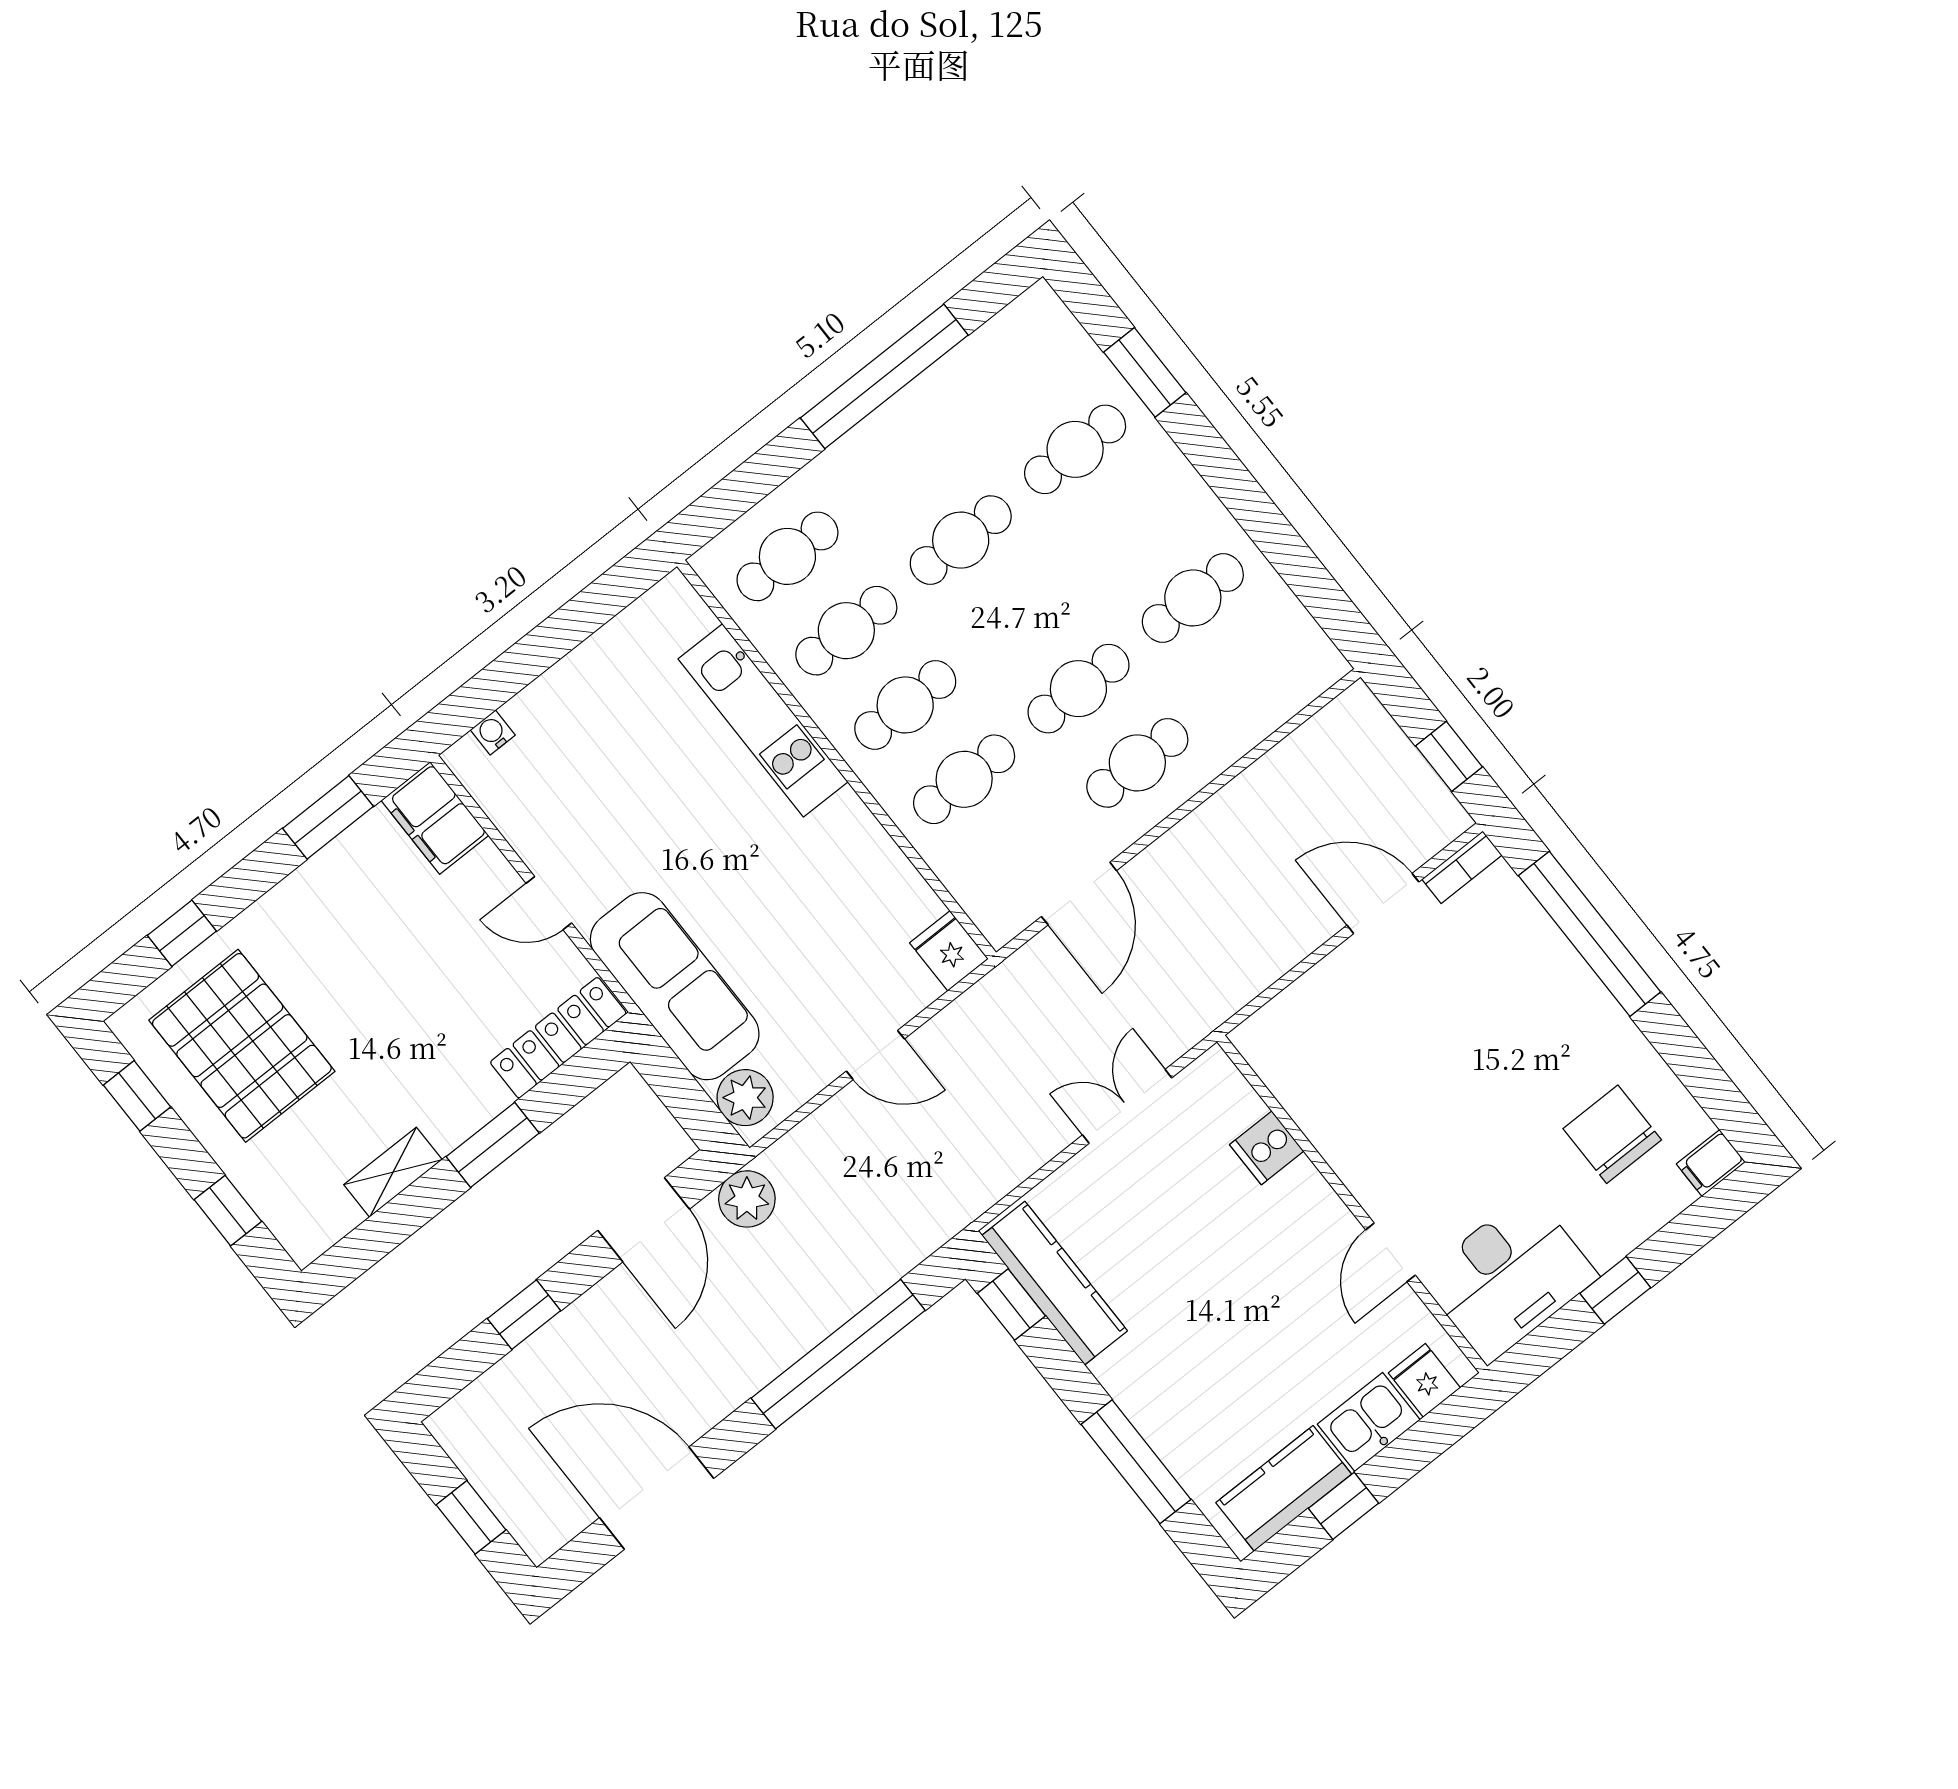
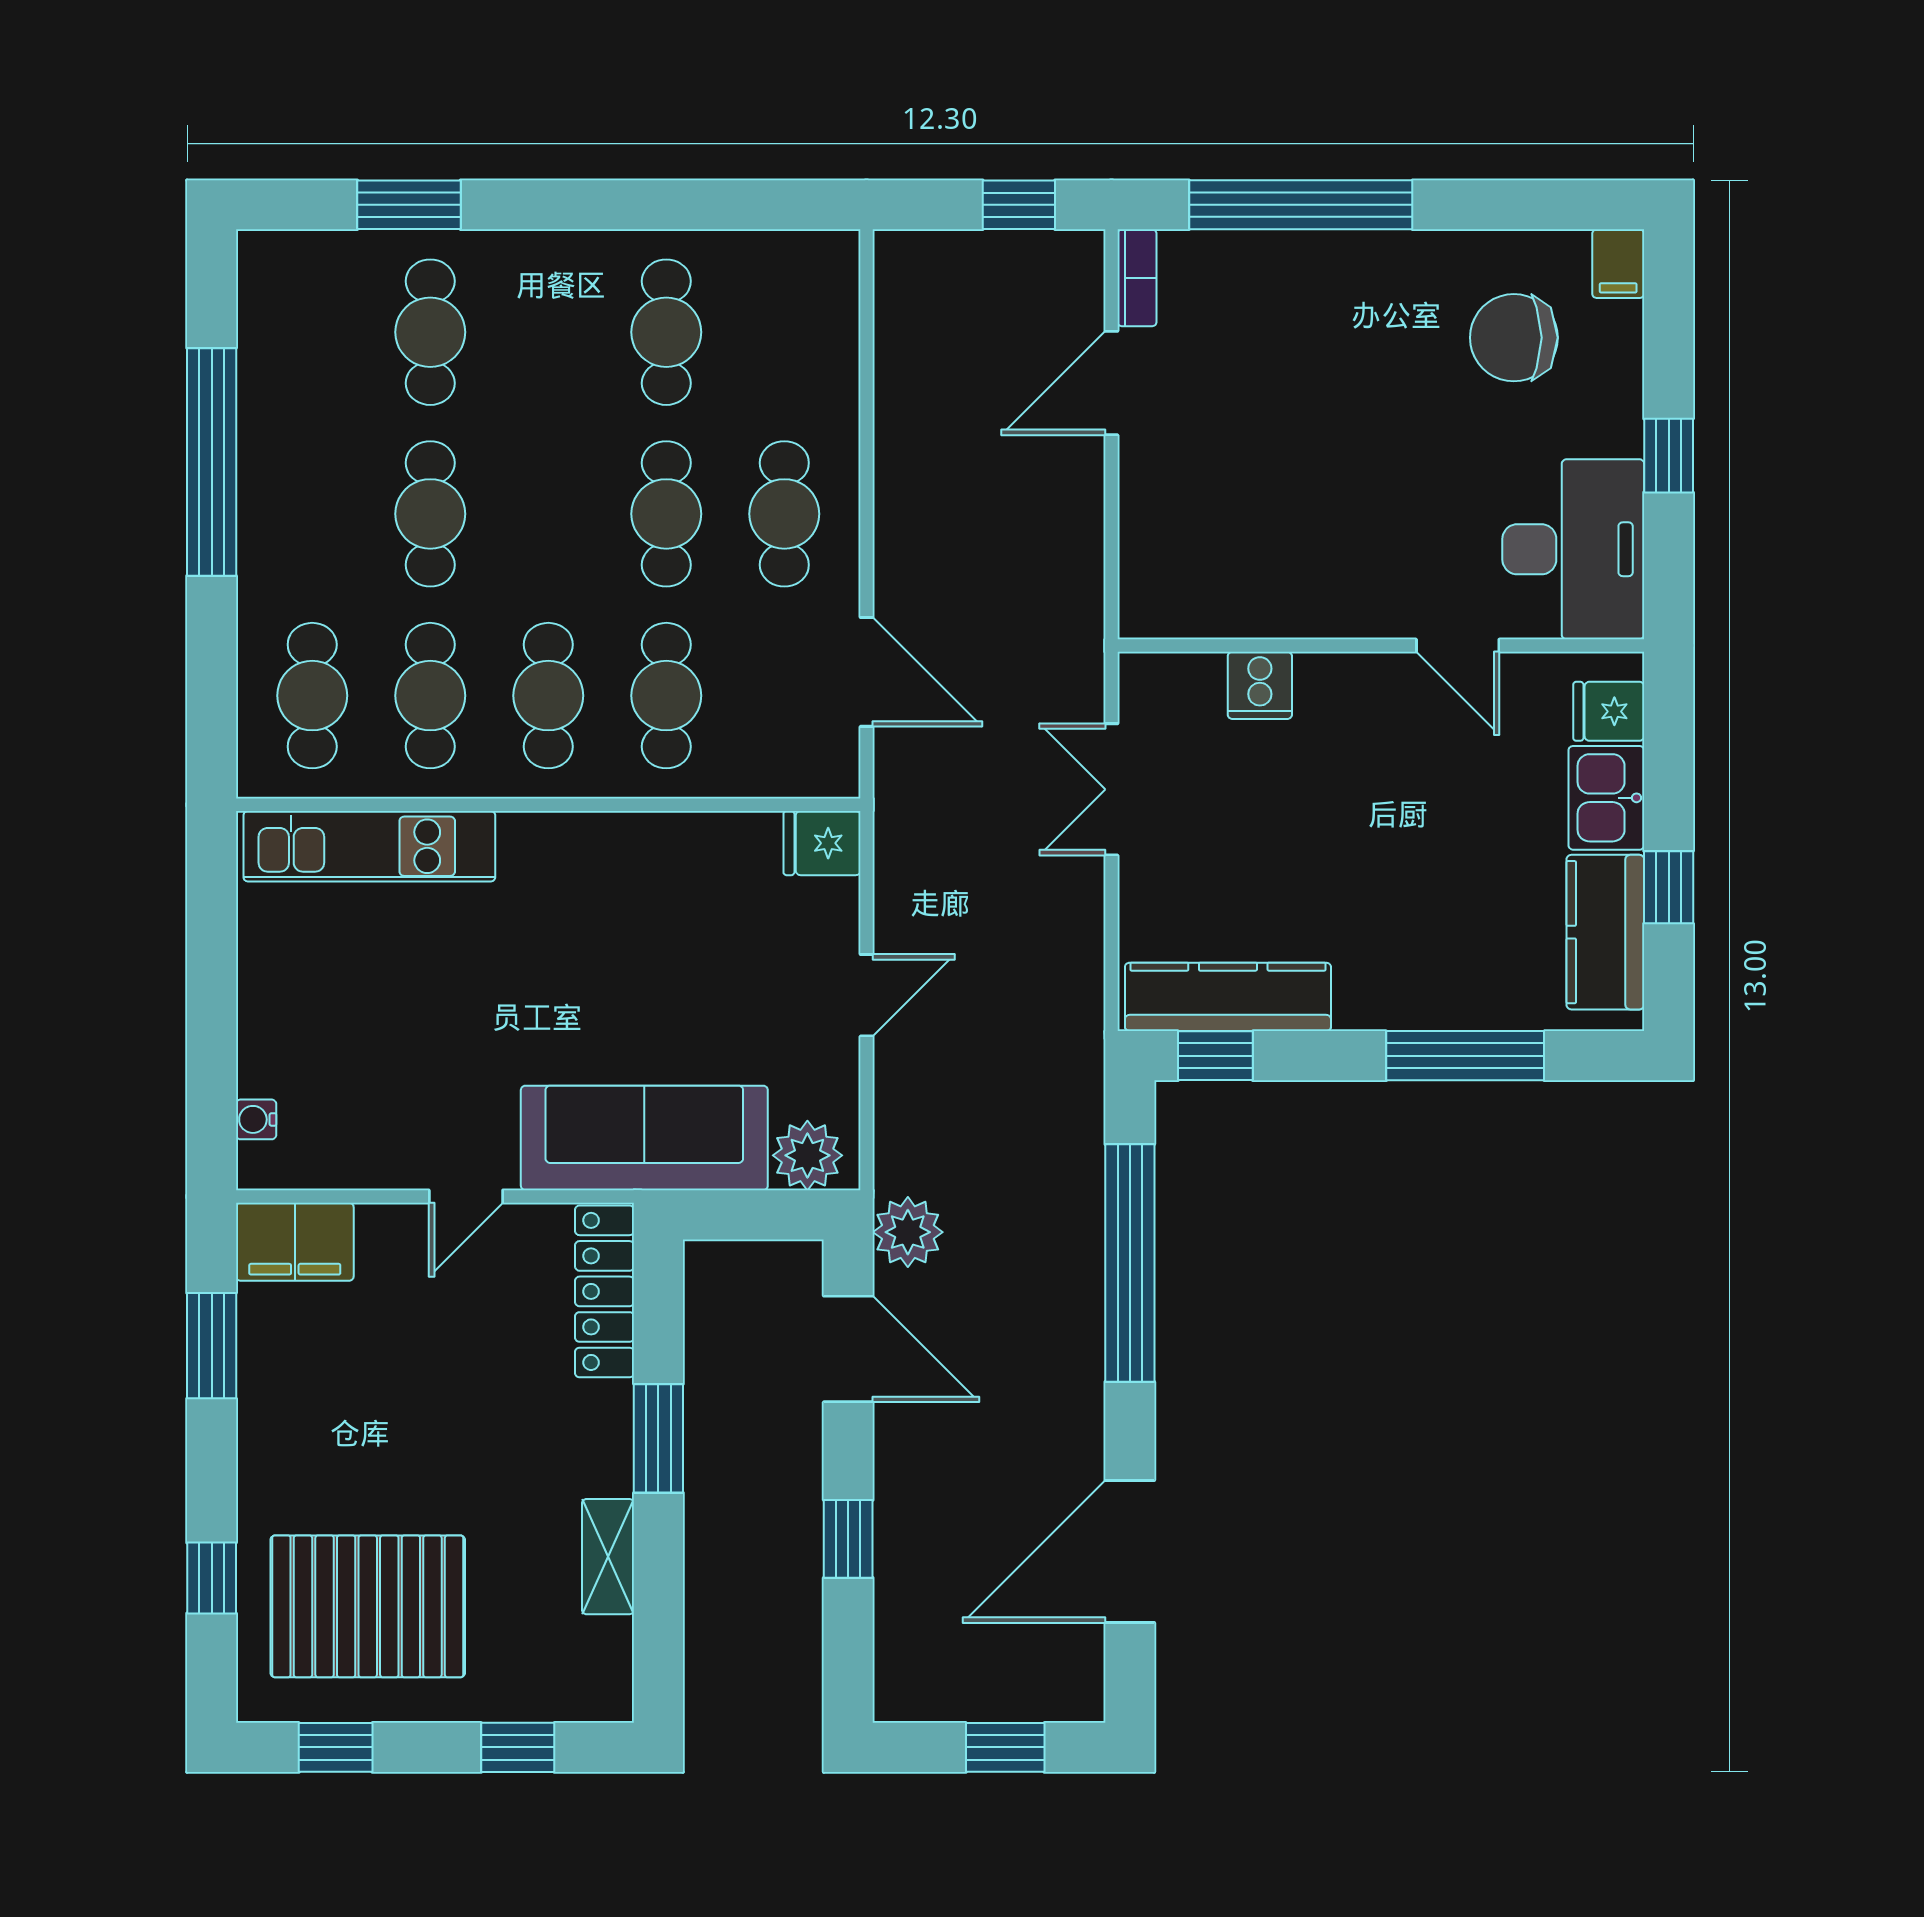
kitchen unit: (763, 720) -> (369, 846), moved

